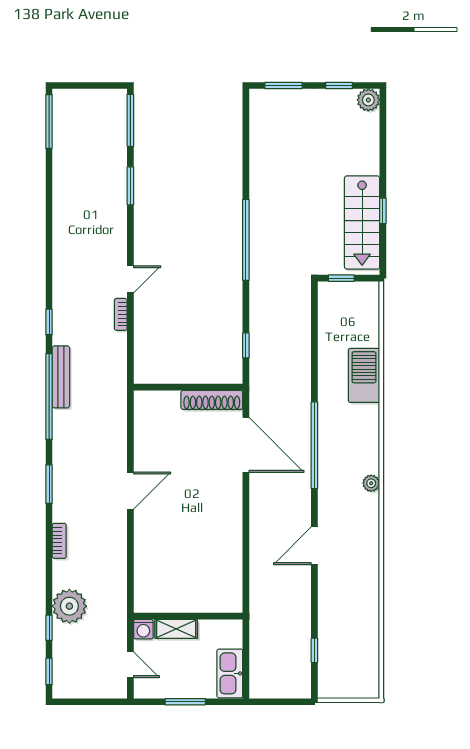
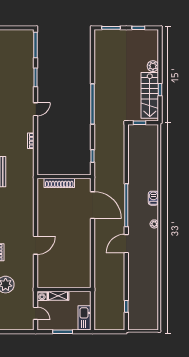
plant: (368, 100) -> (153, 66), moved
door: (130, 279) -> (36, 109), moved
barbecue: (364, 375) -> (153, 198), moved, width x0.53, depth x0.65
shoe rack: (212, 400) -> (59, 183), moved
door: (130, 491) -> (36, 245), moved
door: (314, 546) -> (126, 244), moved

